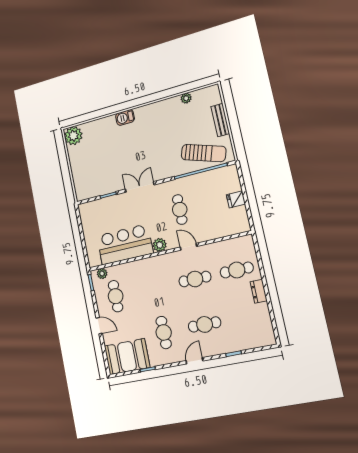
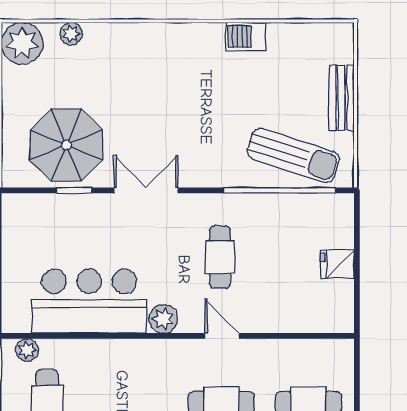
plant: (186, 98) -> (71, 34), moved
barbecue: (125, 117) -> (246, 36), moved
parasol: (101, 176) -> (66, 145), added

